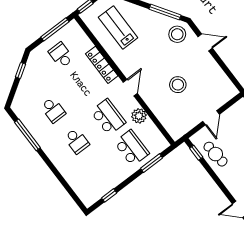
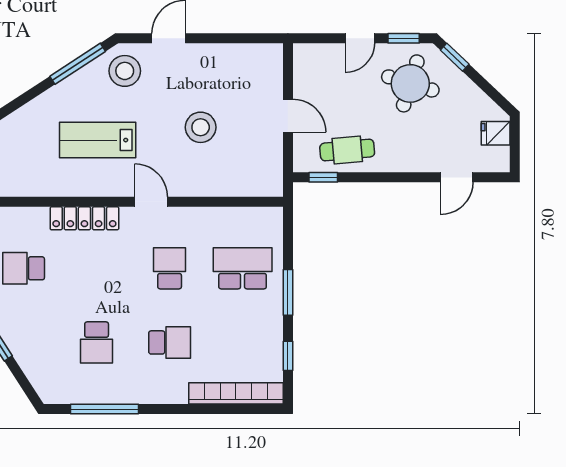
lab bench: (118, 27) -> (98, 140), moved
school desk: (53, 110) -> (97, 342), turned 90
plant: (139, 116) -> (203, 221), removed
school desk: (108, 117) -> (170, 268), width x0.54
window: (151, 163) -> (288, 292), moved
bookcase: (76, 185) -> (236, 393), added

